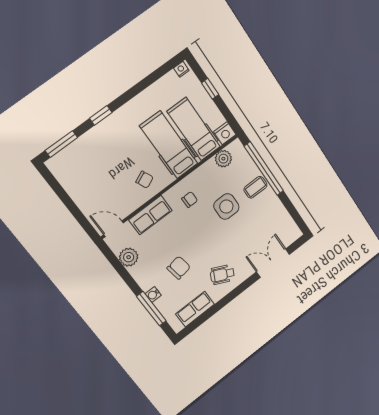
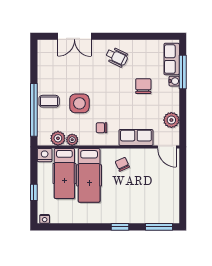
plant: (209, 167) -> (72, 140), added
chair: (179, 268) -> (143, 86), turned 99
row of seats: (195, 309) -> (172, 59), moved, turned 90

